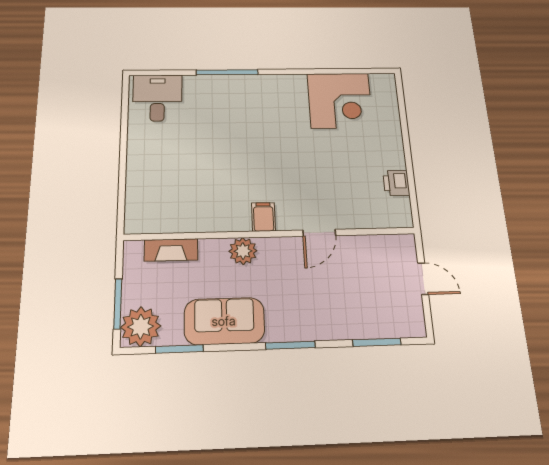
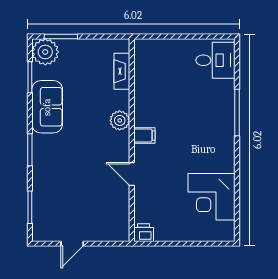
filing cabinet: (263, 217) -> (144, 136), moved
door: (319, 233) -> (132, 174), moved
wall: (271, 234) -> (132, 140), moved
fireplace: (171, 250) -> (122, 71), moved
plant: (243, 251) -> (120, 120), moved

